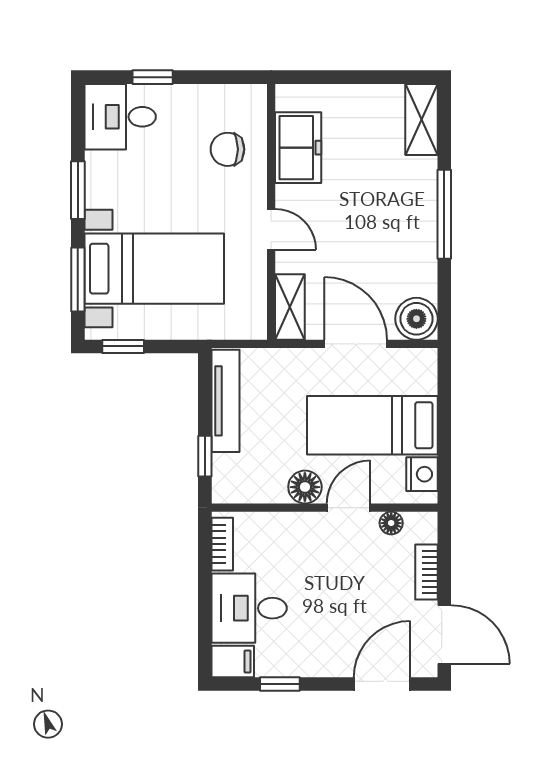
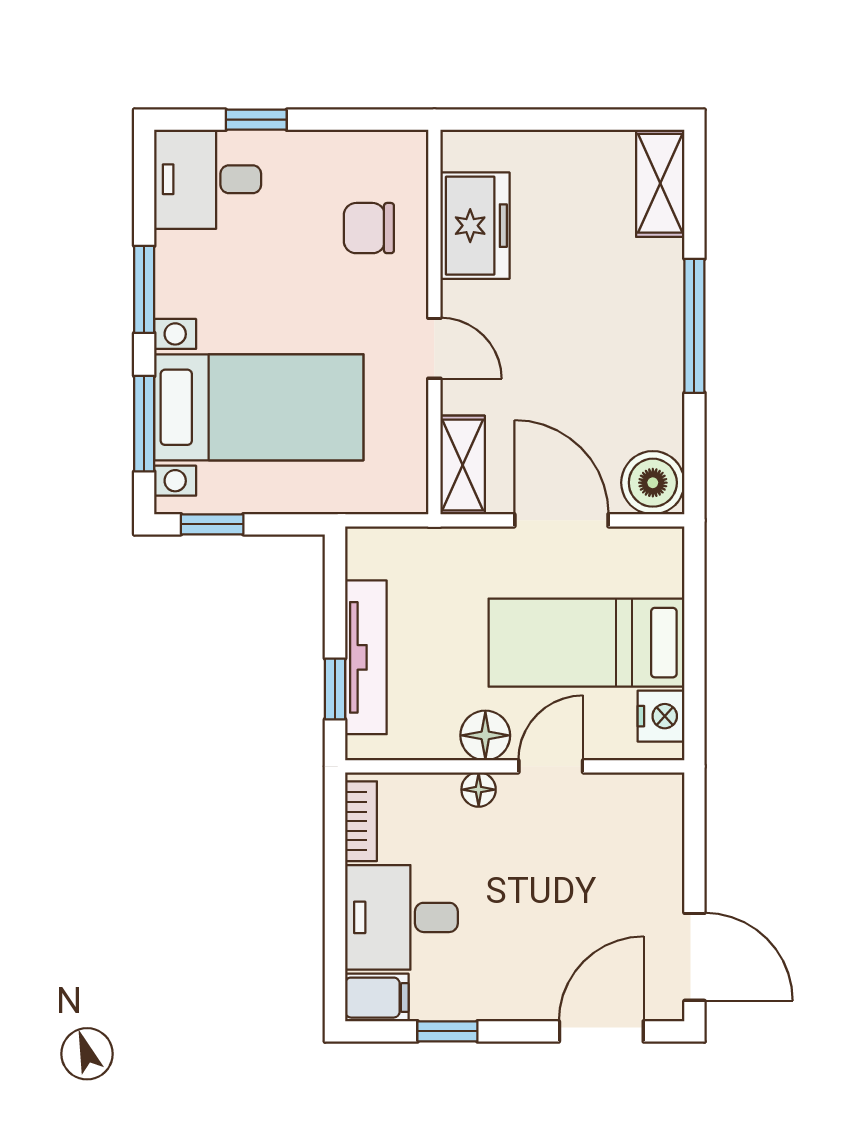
tv unit: (225, 401) -> (366, 657), moved
floor lamp: (391, 523) -> (479, 790), moved
bookcase: (426, 572) -> (668, 863), removed

